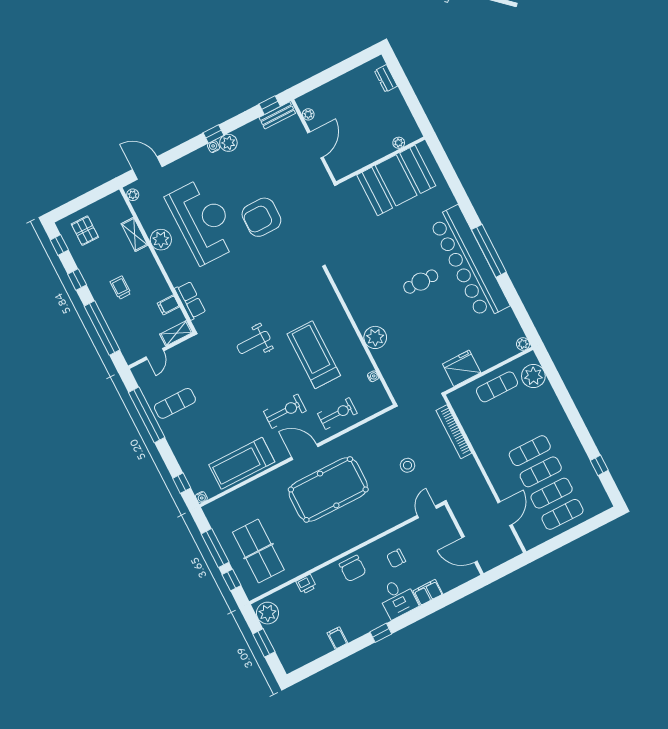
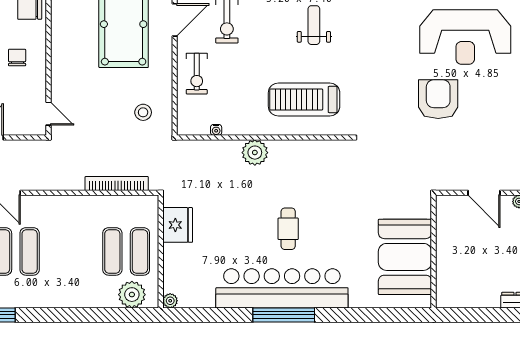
plant: (399, 143) -> (442, 279), removed
treadmill: (314, 355) -> (304, 99), moved, turned 180
exercise mat: (530, 451) -> (112, 251), moved
stool: (407, 465) -> (143, 112), moved

